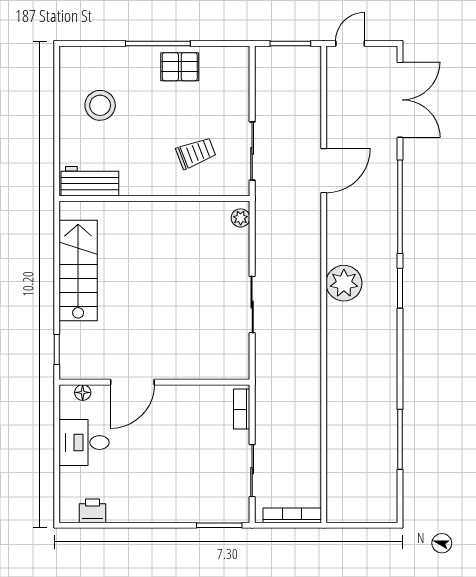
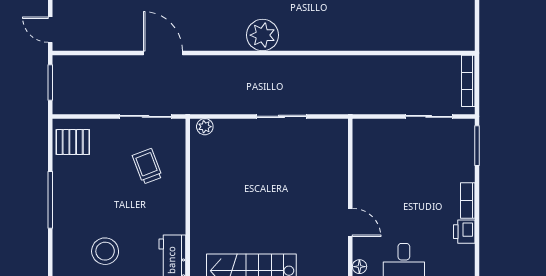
pallet: (180, 67) -> (73, 142), moved, turned 90
door: (132, 382) -> (350, 223), width x0.73
bookcase: (242, 409) -> (468, 200), moved, turned 90
printer: (92, 511) -> (464, 232), moved

